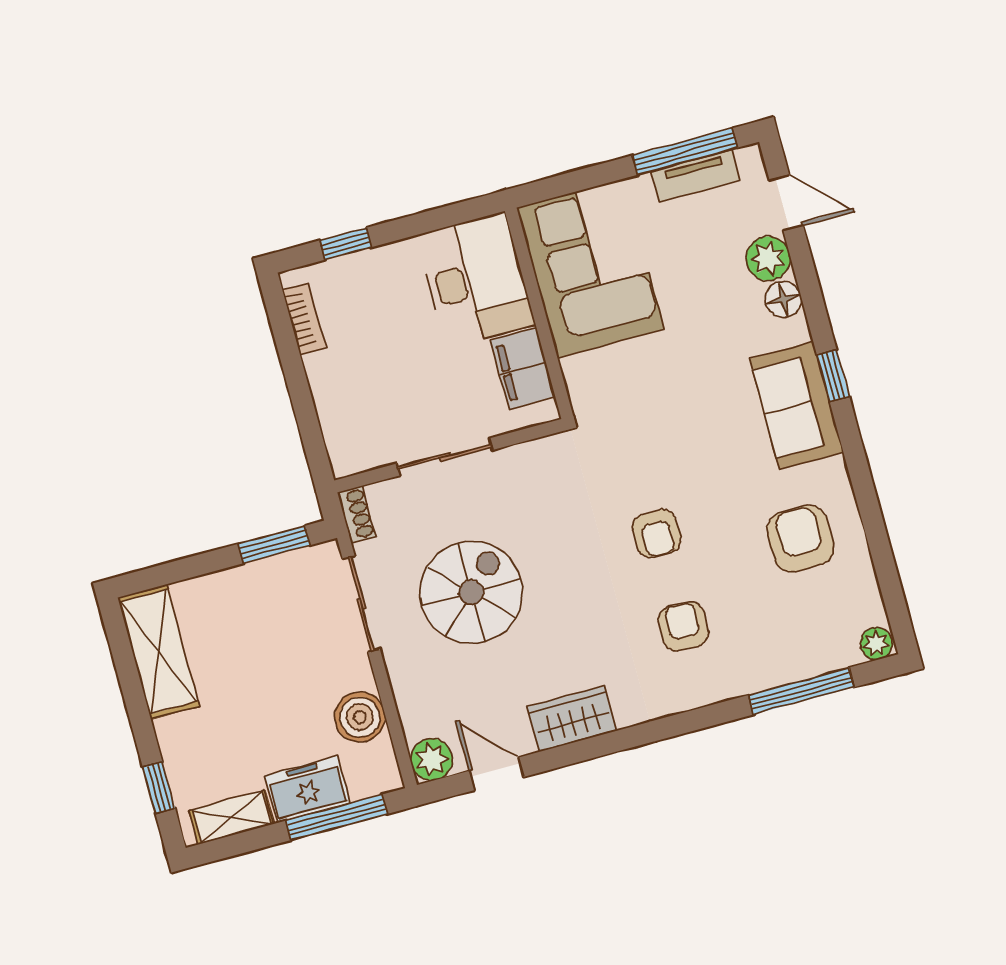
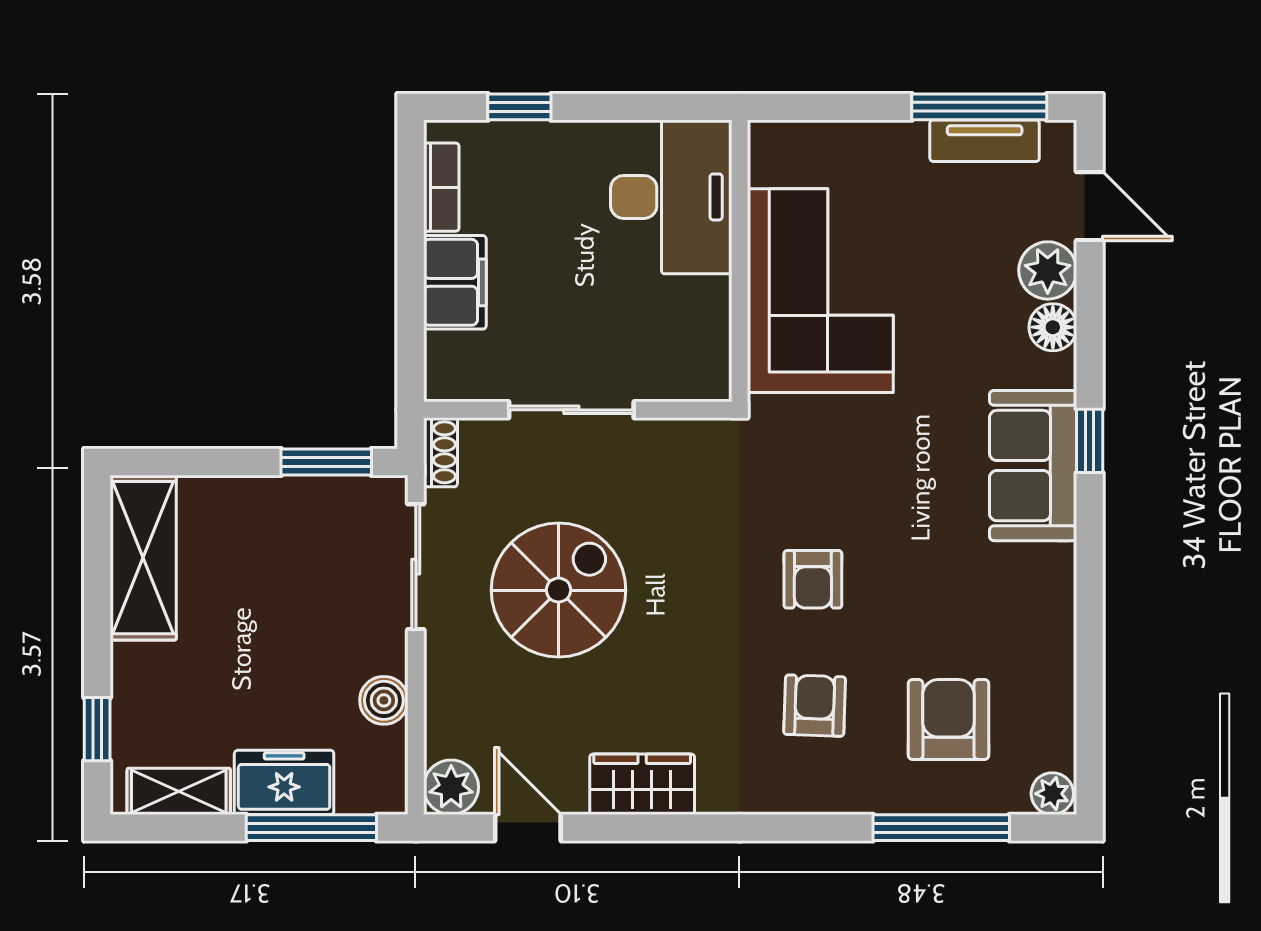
corner sofa: (591, 268) -> (820, 291), moved
filing cabinet: (523, 368) -> (455, 282), moved, turned 180
armchair: (800, 539) -> (948, 720), moved
boiler: (360, 717) -> (384, 700), width x0.73, depth x0.73

